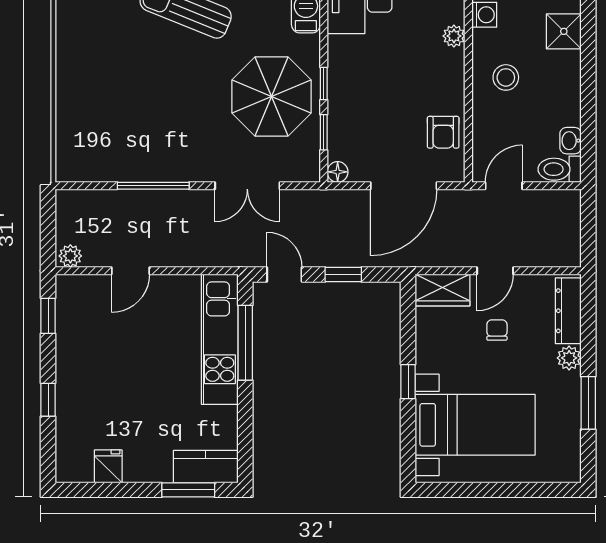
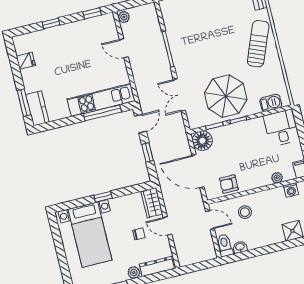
stool: (506, 77) -> (245, 212), moved
floor lamp: (338, 172) -> (202, 141), width x1.89, depth x1.89

